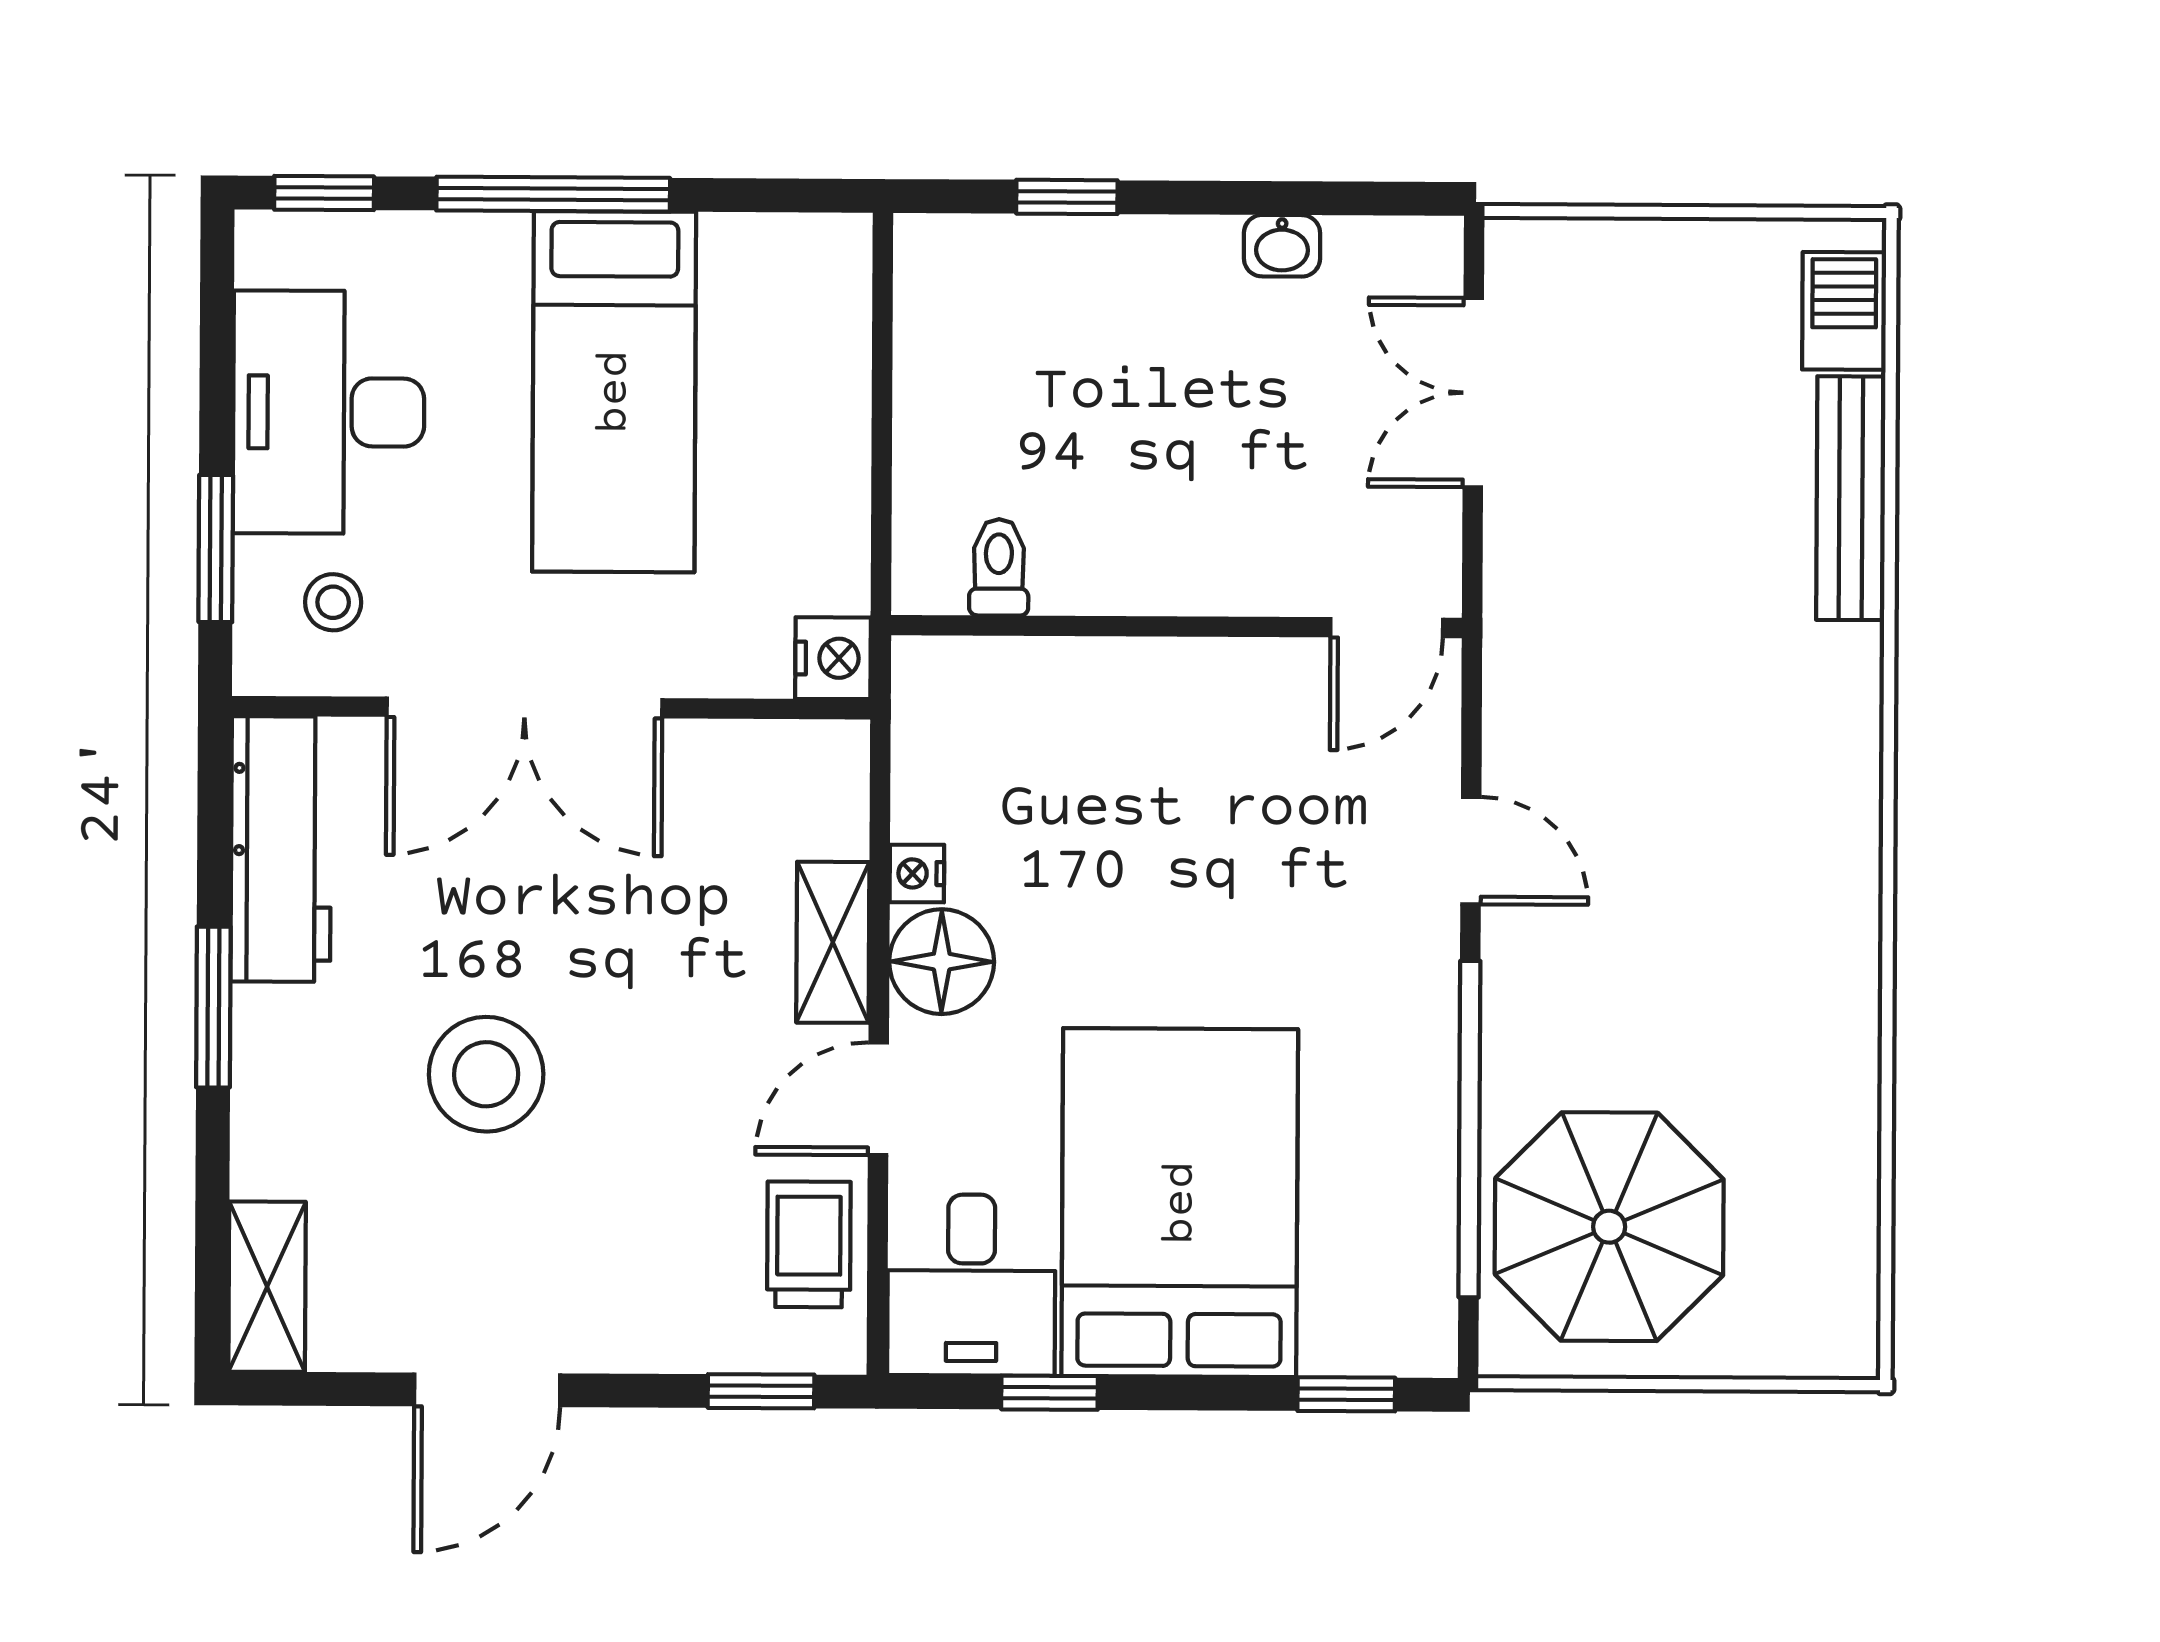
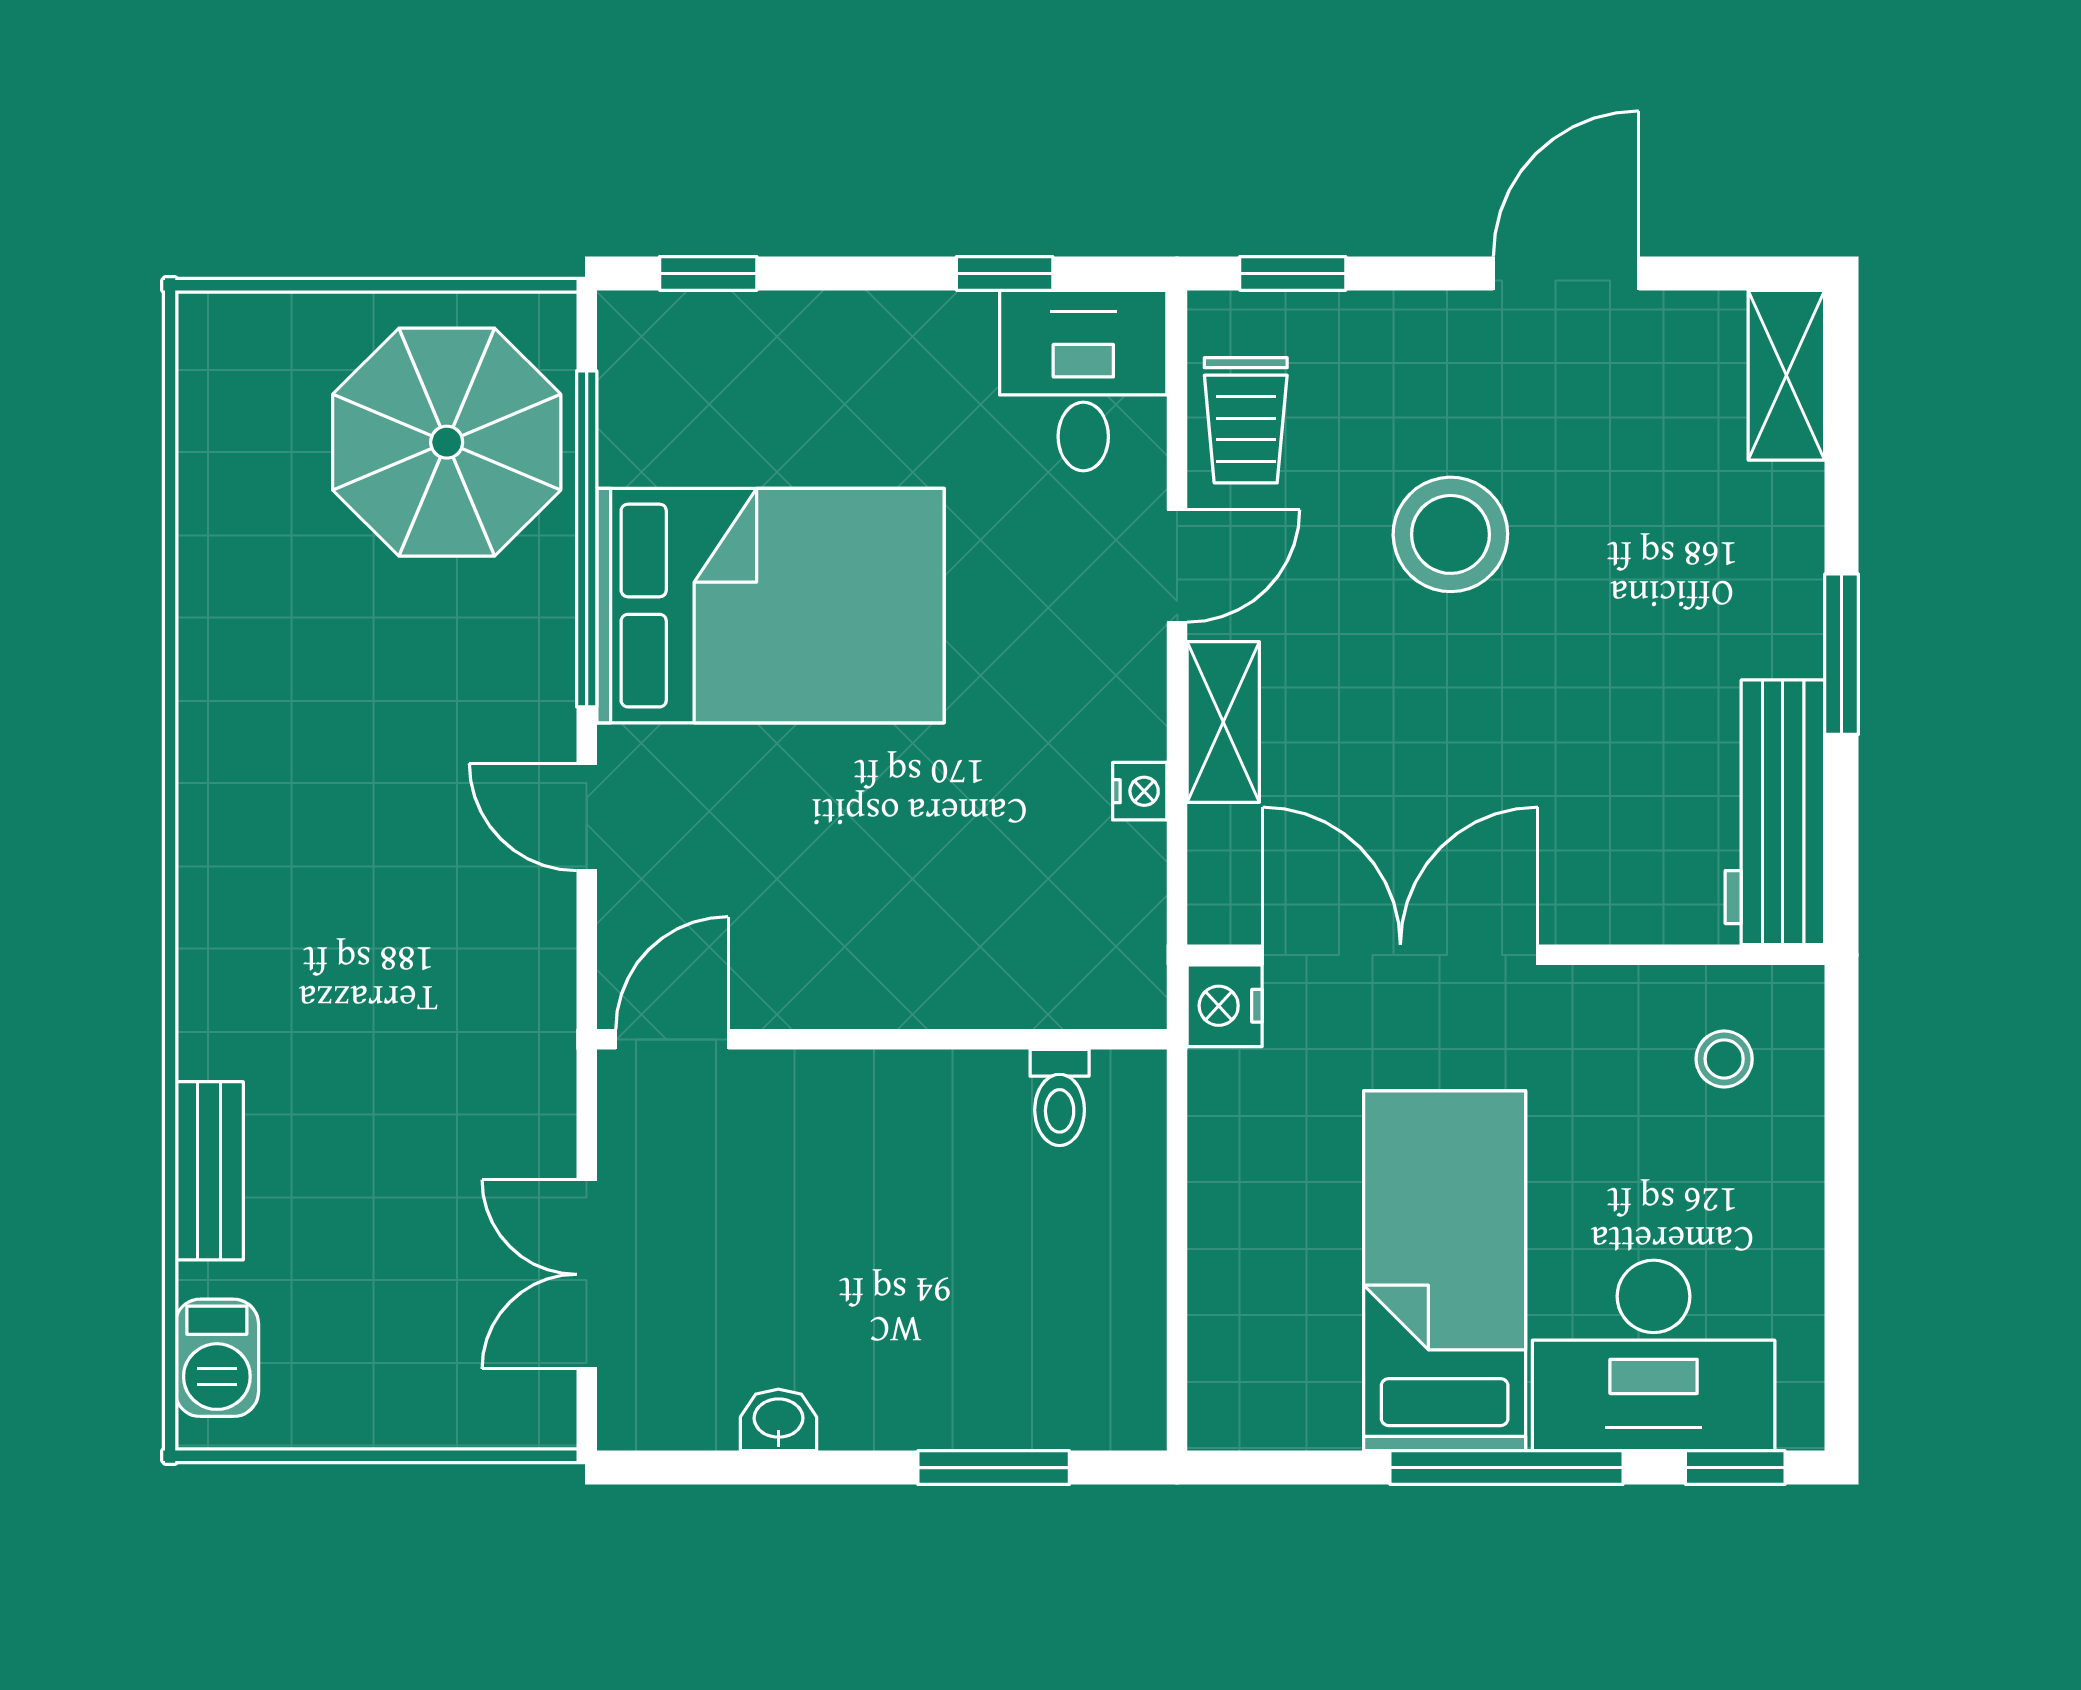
window: (1067, 197) -> (994, 1468), width x1.50
double door: (1473, 393) -> (587, 1274), swing flipped
desk: (329, 412) -> (1654, 1355), moved, turned 90
bench: (1851, 498) -> (209, 1171), width x0.73
window: (216, 549) -> (1842, 1112), removed
double door: (525, 708) -> (1400, 955), moved
floor lamp: (942, 962) -> (1115, 703), removed
stool: (486, 1074) -> (1450, 534), moved
bed: (1180, 1203) -> (771, 606), moved, turned -90

